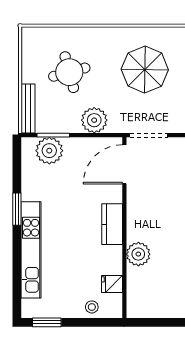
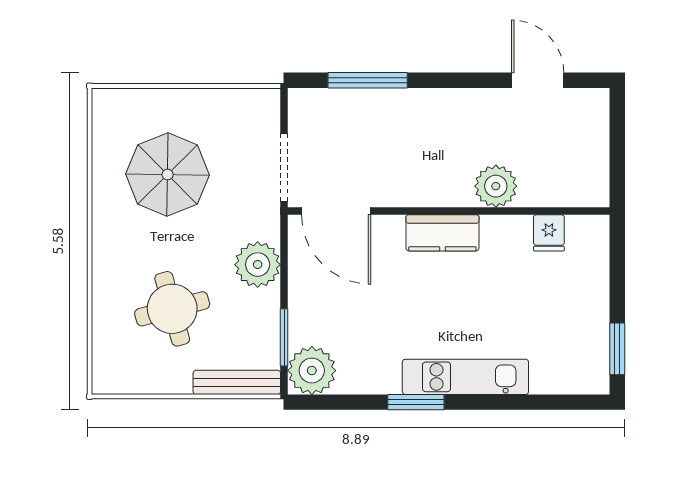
plant: (49, 151) -> (312, 371), moved
kitchen unit: (31, 250) -> (465, 377), width x0.73
stool: (92, 307) -> (590, 269), removed

